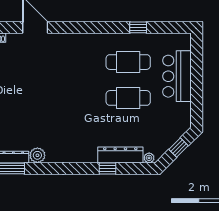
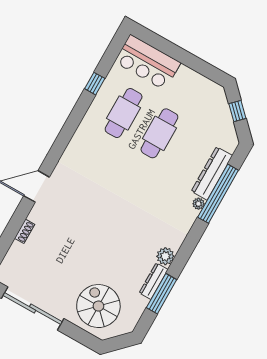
bar counter: (177, 76) -> (148, 62), moved
plant: (149, 158) -> (198, 204), moved
window: (108, 168) -> (218, 194), width x3.17

